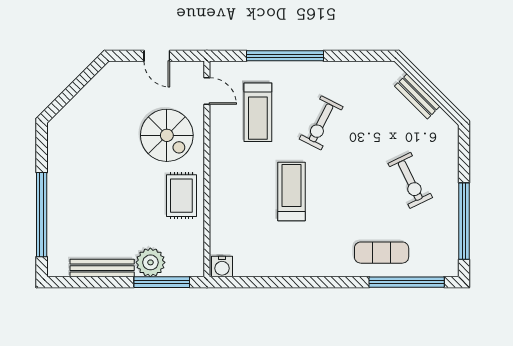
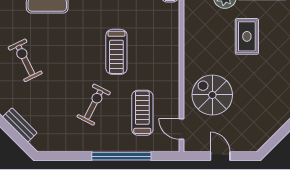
rug: (181, 196) -> (247, 36), moved

